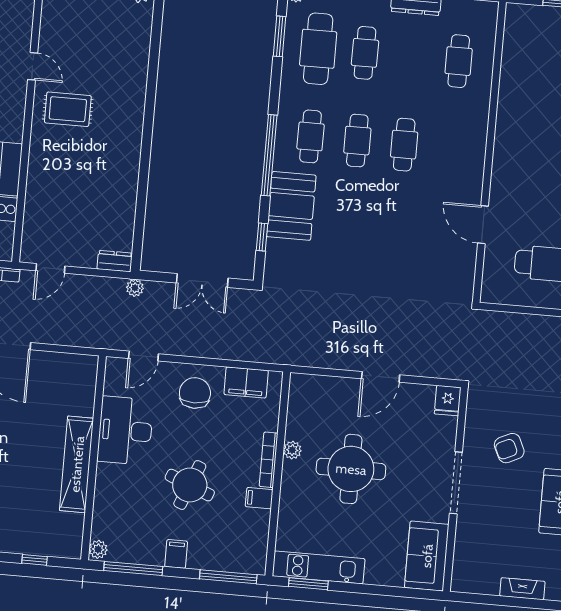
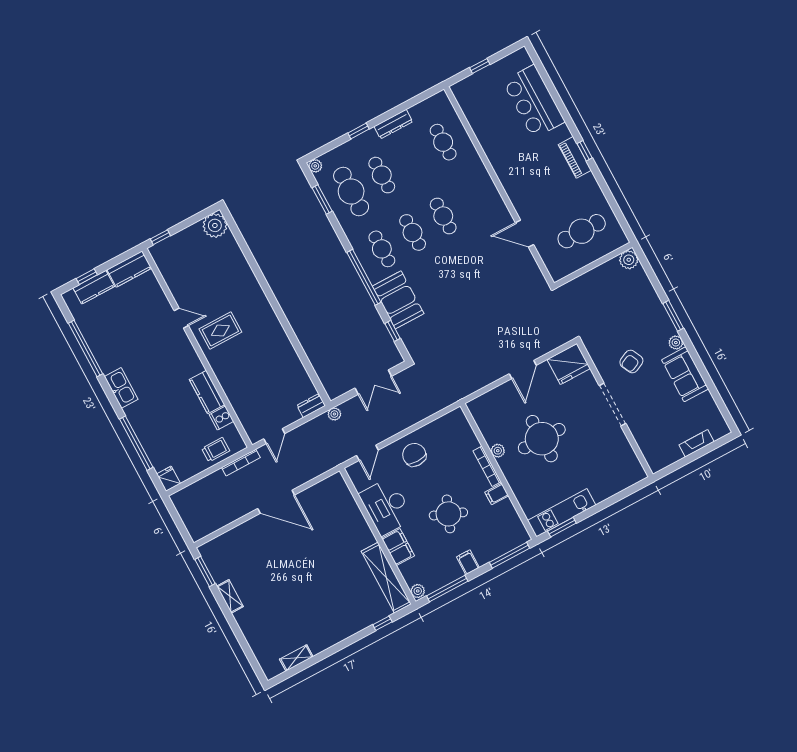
filing cabinet: (246, 382) -> (398, 547), moved, turned -90
fridge: (448, 401) -> (569, 364), width x1.88, depth x1.34
shelving: (77, 464) -> (386, 578), moved
sofa: (427, 556) -> (624, 462), removed

